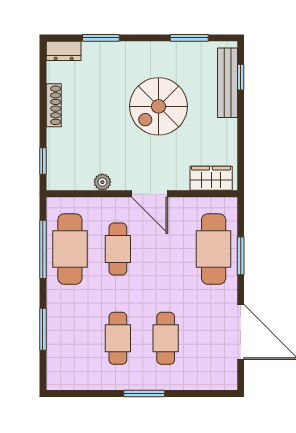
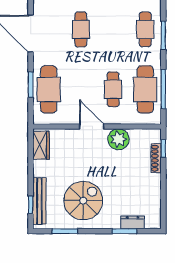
dresser: (64, 51) -> (133, 222), moved
shoe rack: (54, 105) -> (156, 158), moved
spiral stairs: (159, 106) -> (83, 201), moved
wardrobe: (211, 178) -> (41, 145), moved, turned -90
plant: (102, 182) -> (118, 139), width x1.88, depth x1.88
cafe table: (118, 338) -> (145, 29), moved

